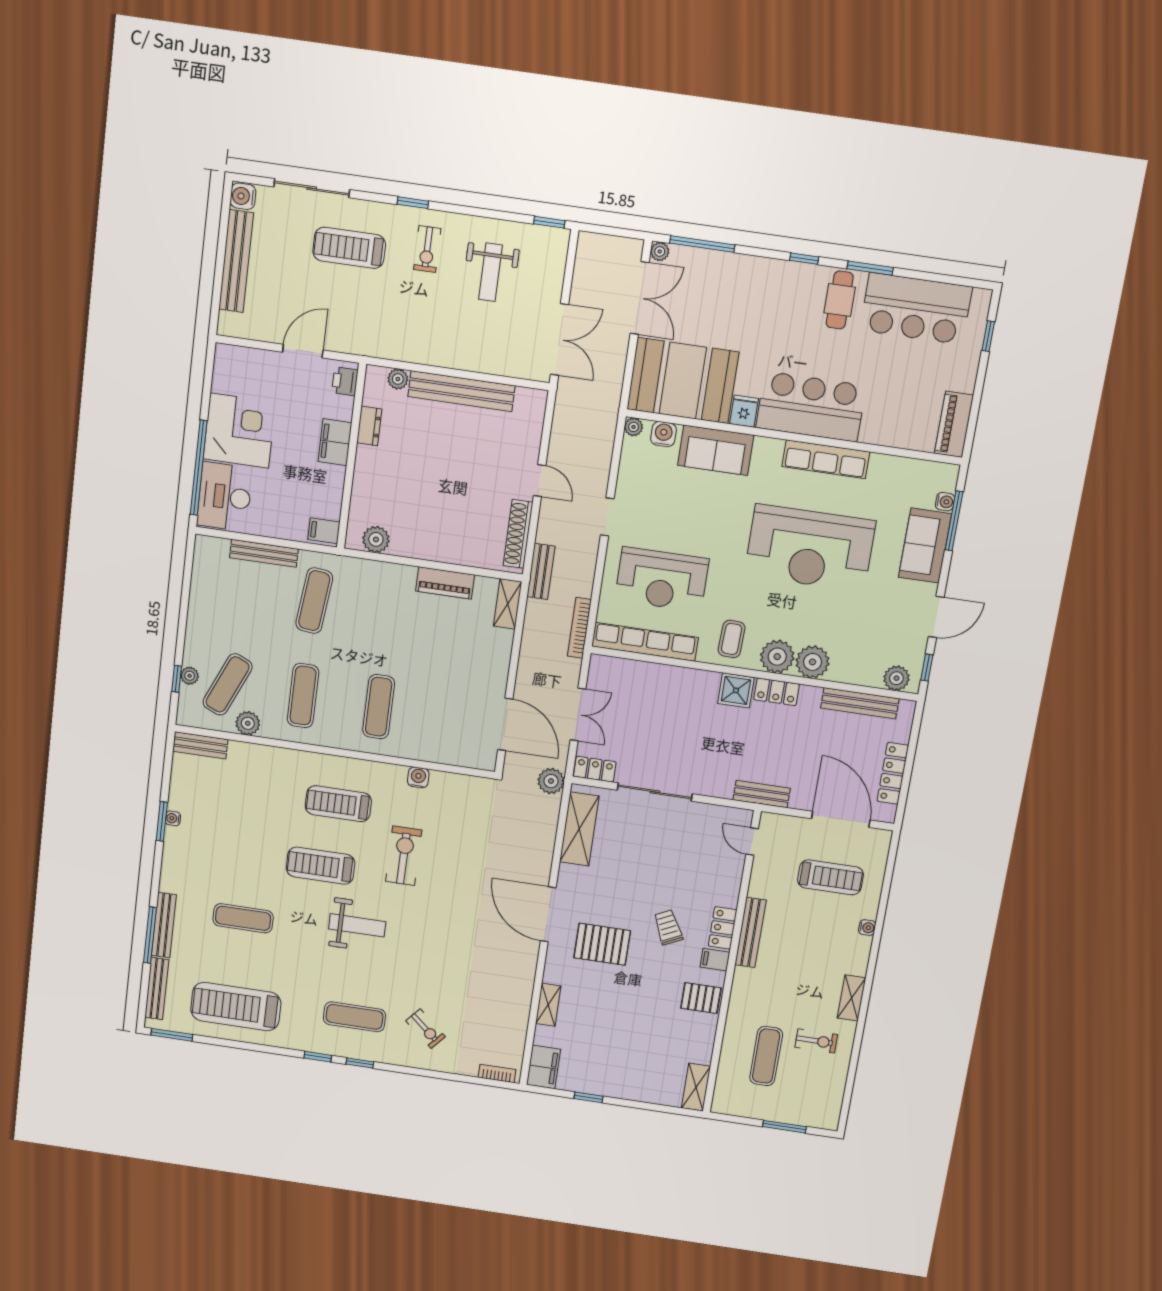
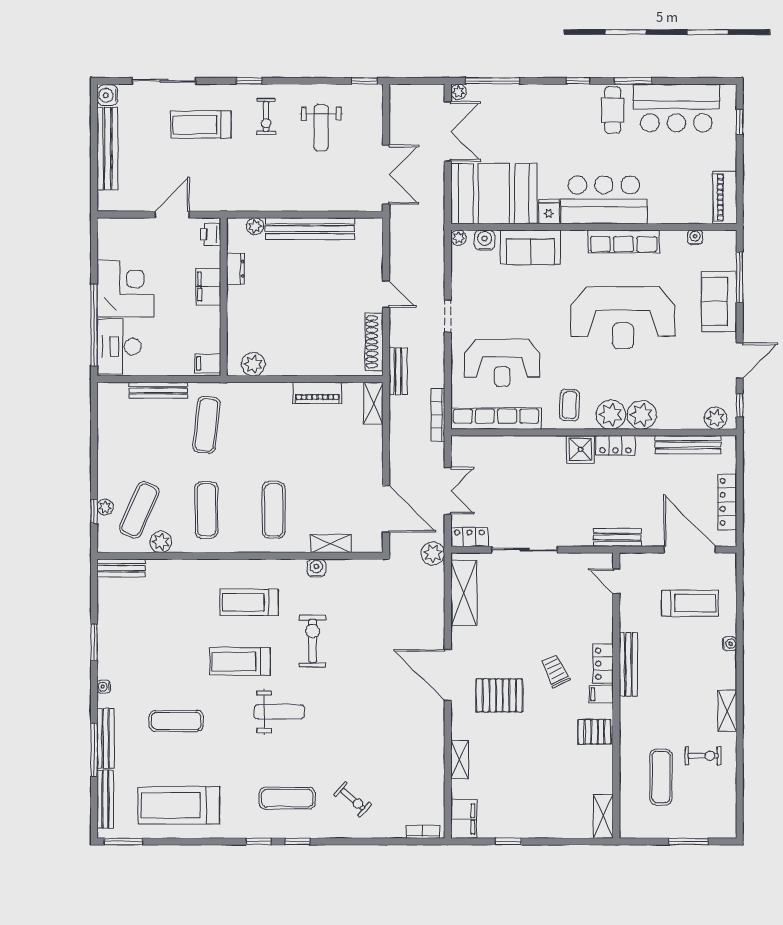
water cooler: (945, 502) -> (695, 237), moved, turned -90
shelving: (438, 753) -> (331, 544), added
water cooler: (173, 818) -> (104, 687), moved

